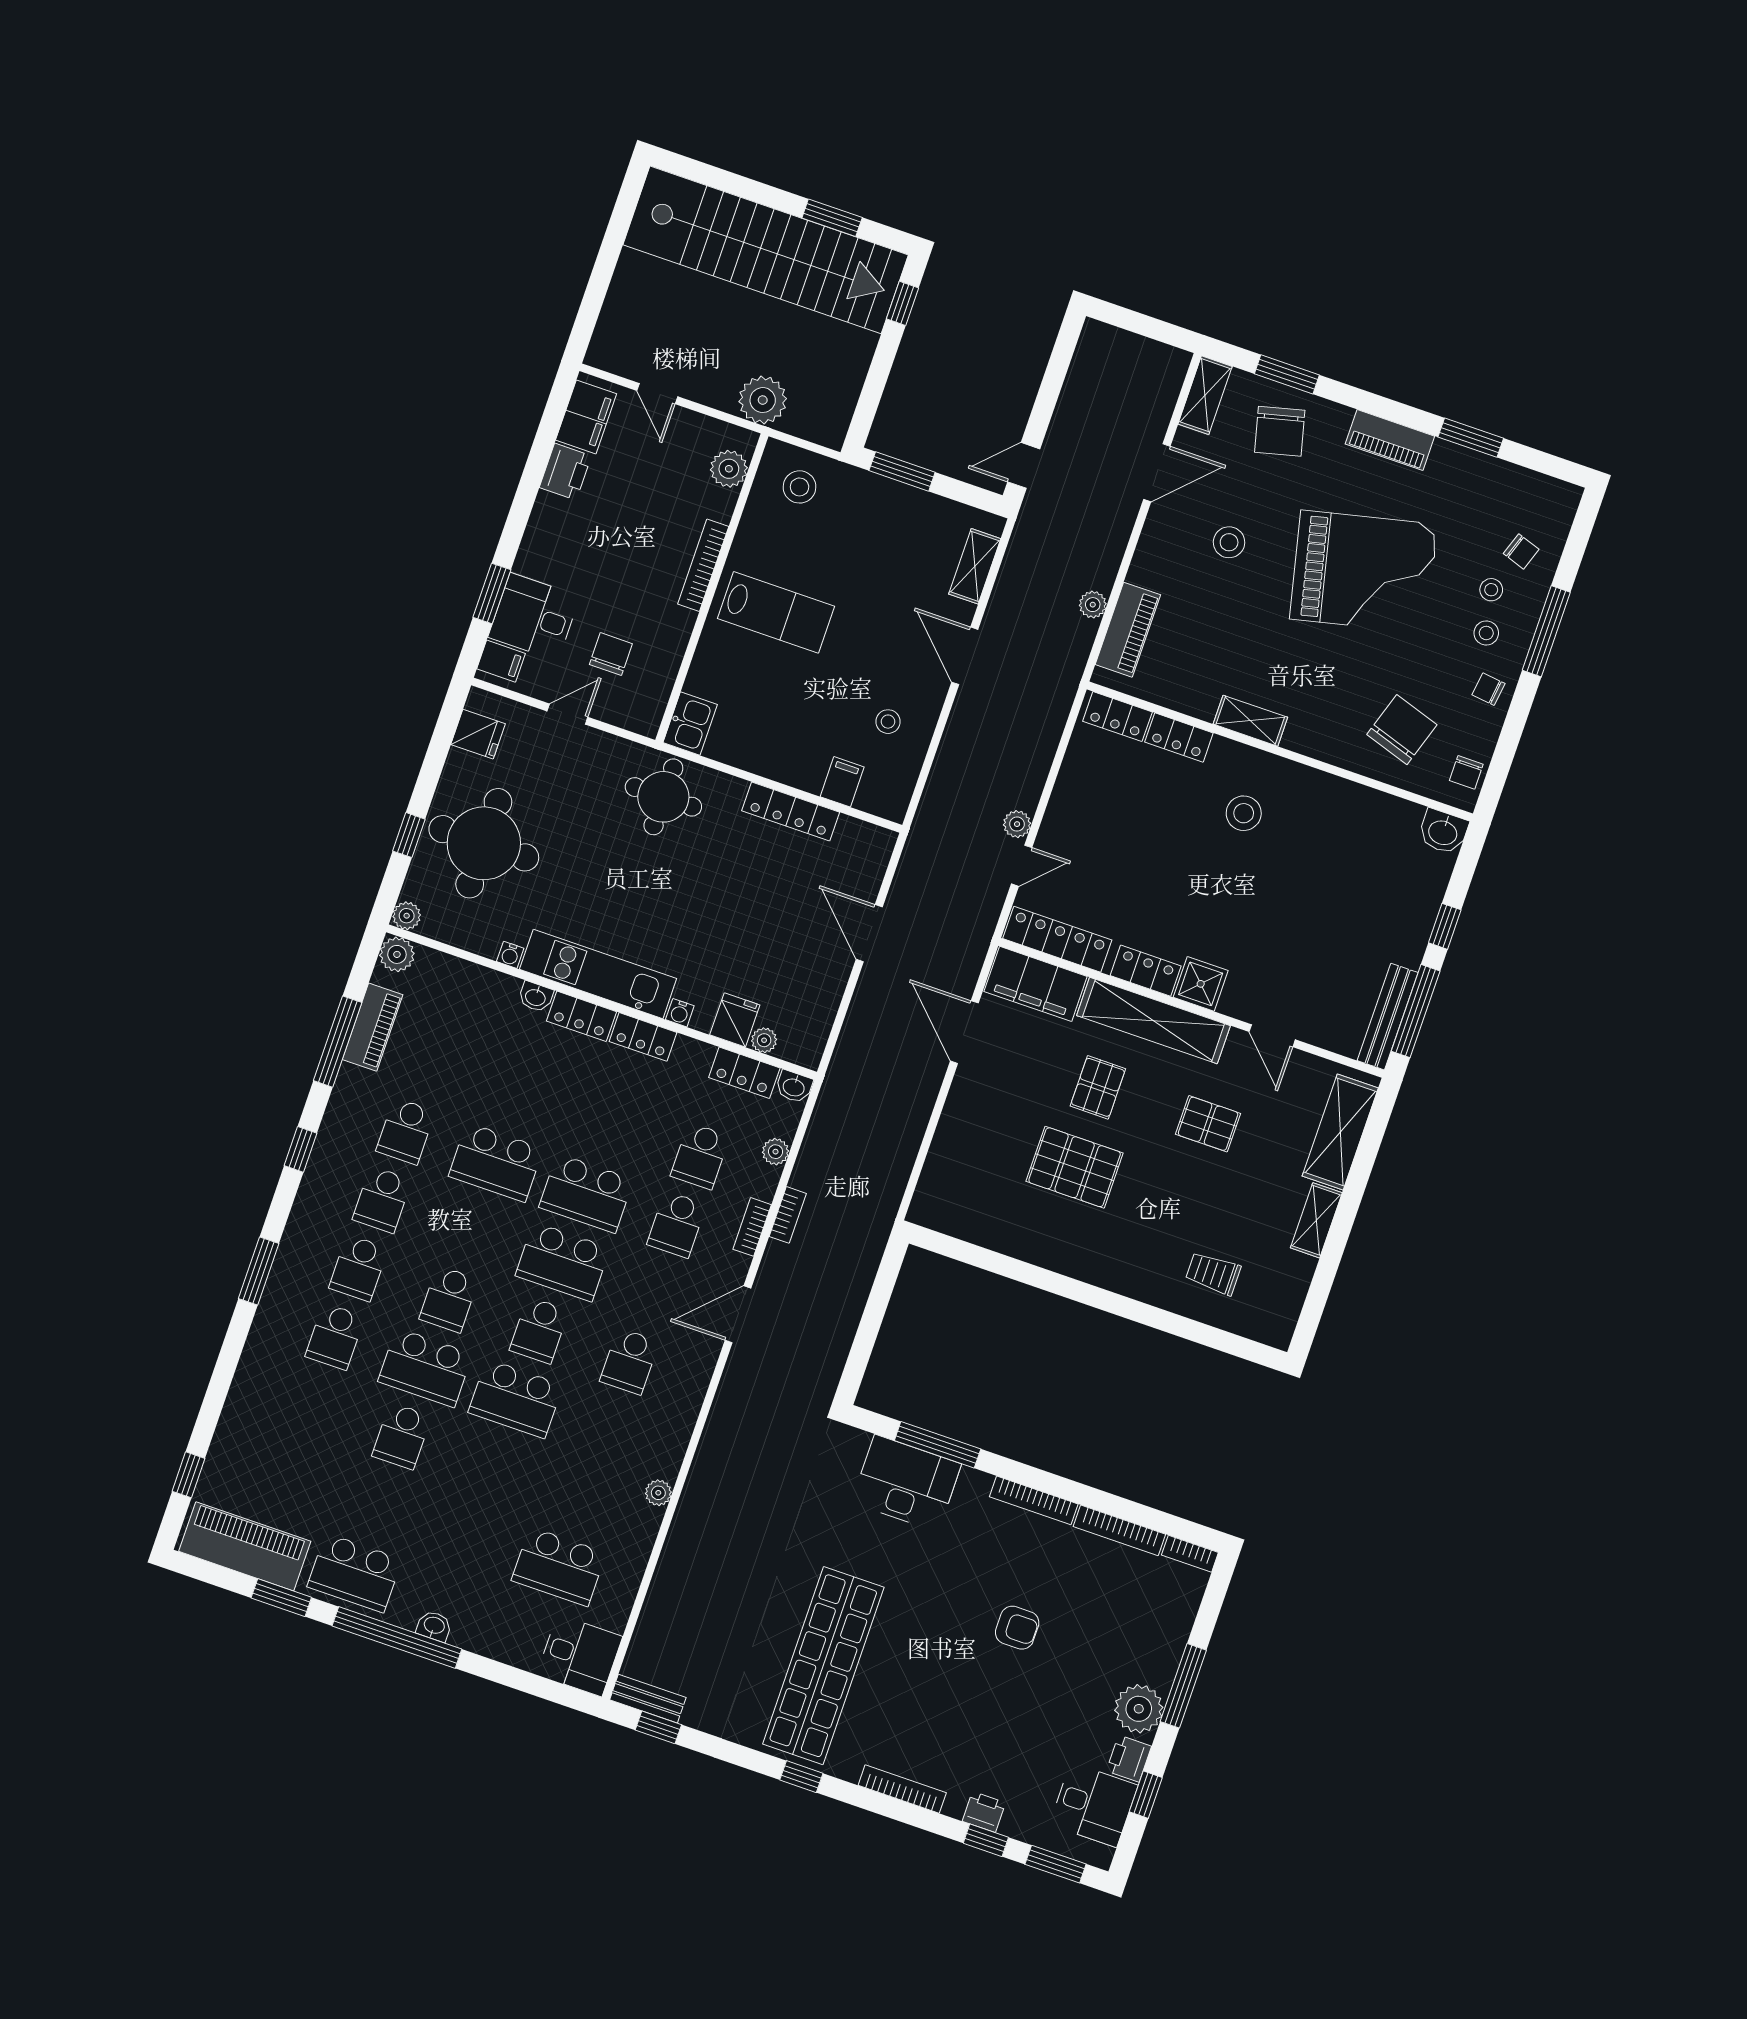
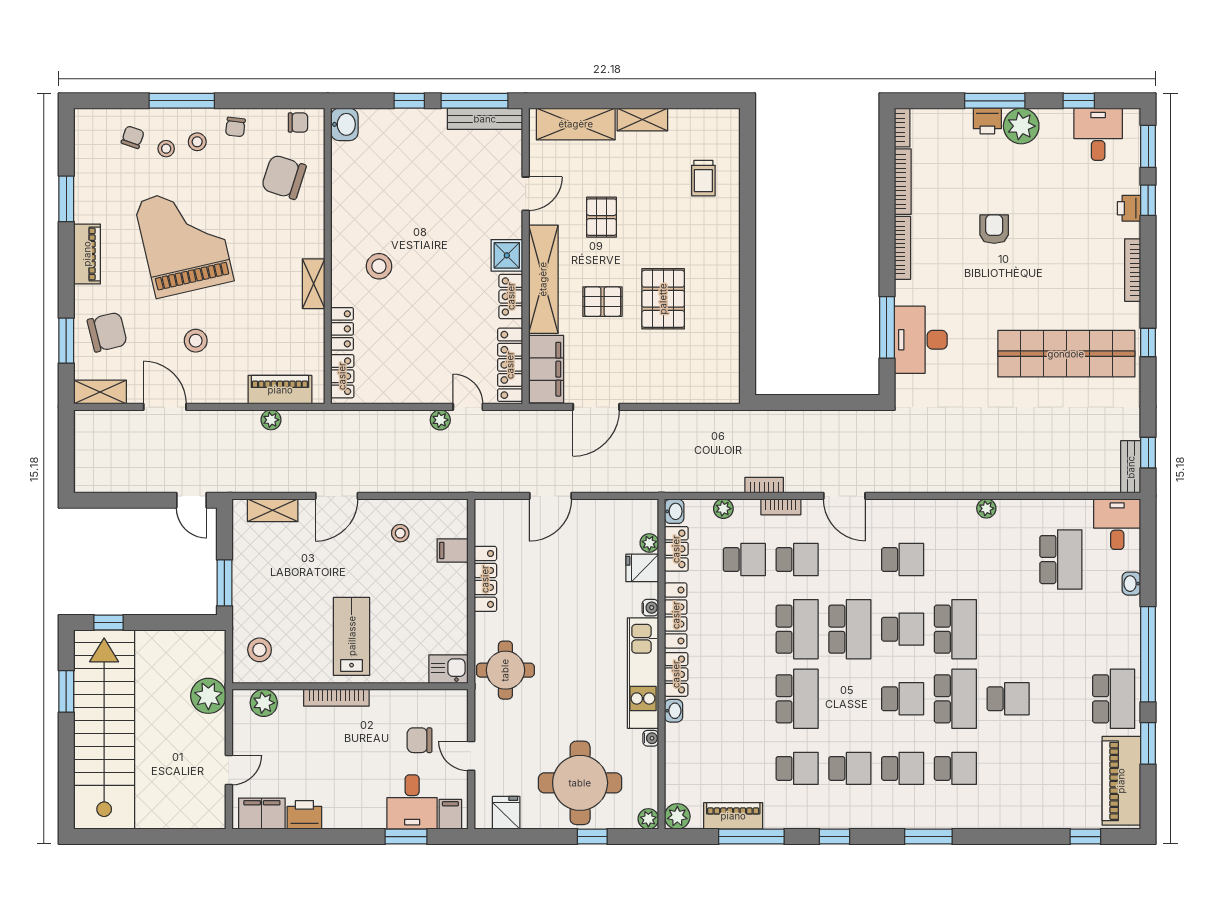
locker: (643, 1037) -> (676, 615), width x1.53
washbasin: (434, 1626) -> (1131, 584), moved
printer: (1129, 1759) -> (987, 121), moved

